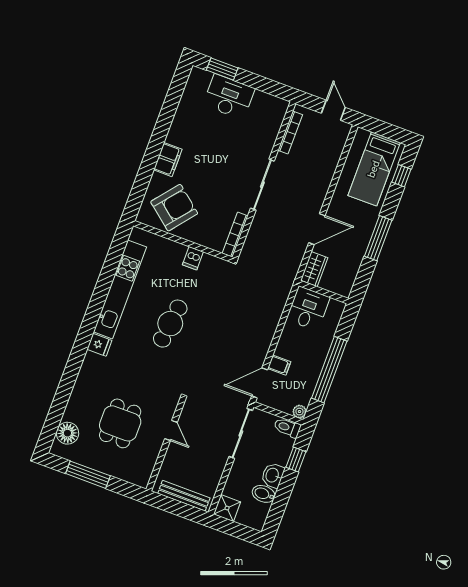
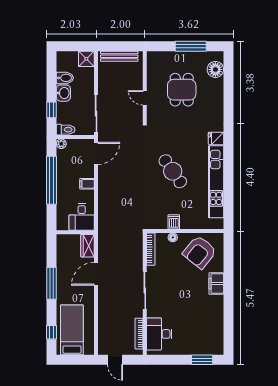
desk: (229, 97) -> (159, 334), moved, turned 90
floor lamp: (202, 239) -> (173, 237), added
cafe table: (170, 324) -> (173, 171), turned -42
filing cabinet: (279, 365) -> (87, 184), moved

